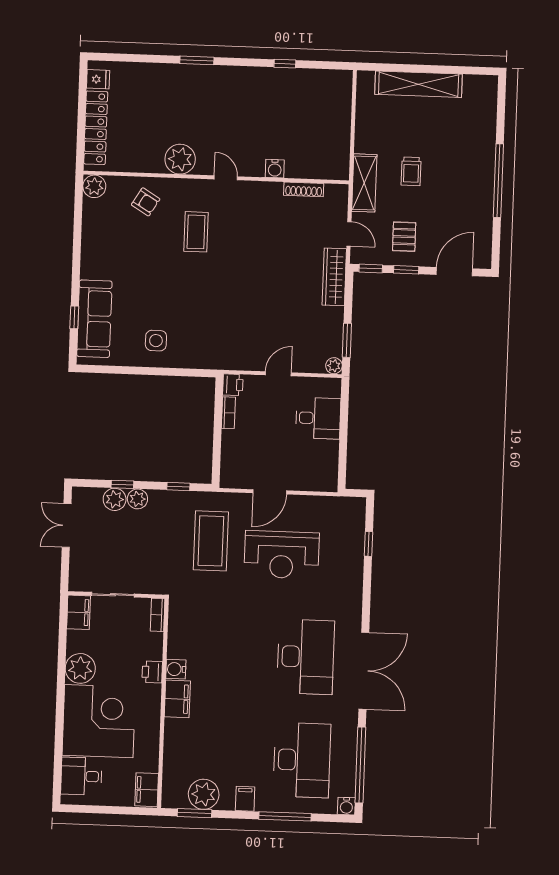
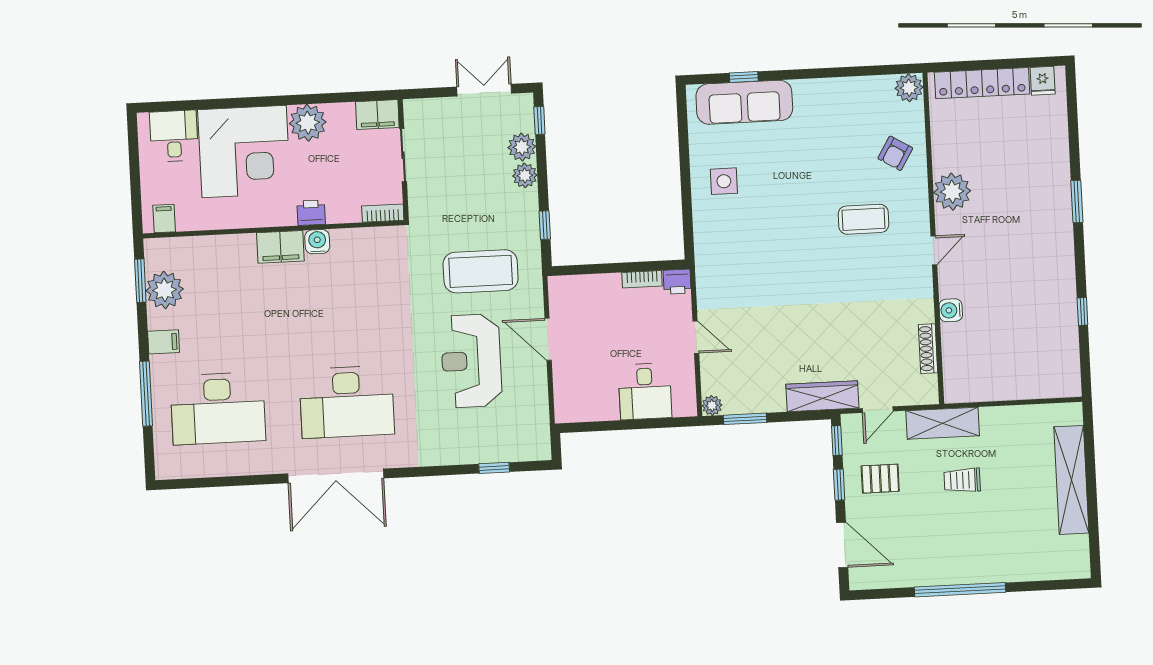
window: (122, 484) -> (539, 120), moved
window: (360, 765) -> (218, 482), removed
filing cabinet: (147, 790) -> (164, 219), width x0.50
water cooler: (346, 806) -> (165, 469), removed

